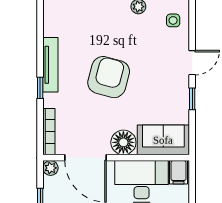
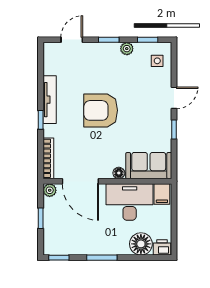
armchair: (109, 77) -> (101, 110), turned -105
floor lamp: (123, 142) -> (119, 173), width x0.53, depth x0.53

